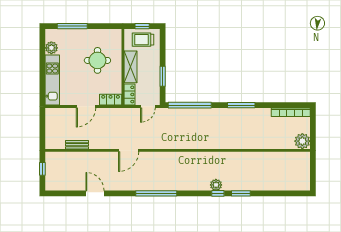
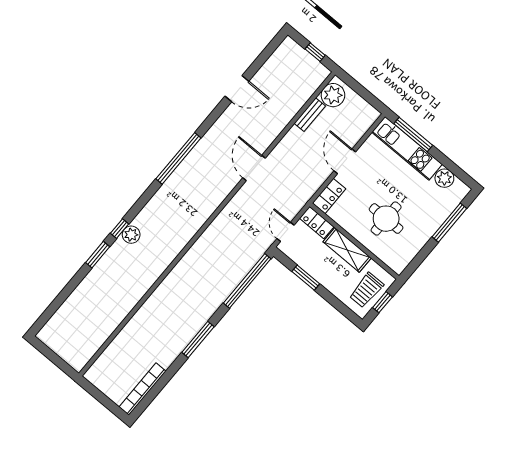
trolley: (143, 40) -> (366, 290), turned 180
window: (42, 83) -> (413, 135), added
plant: (302, 141) -> (333, 95), moved

